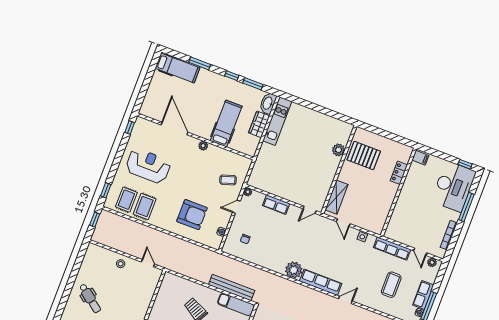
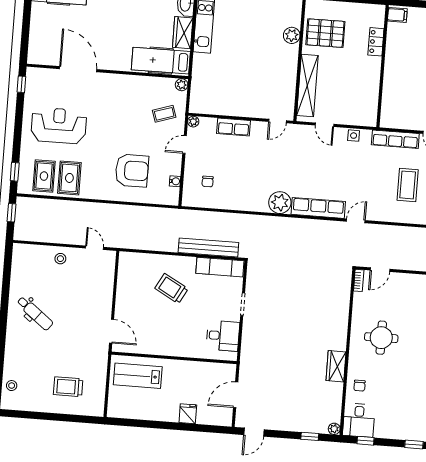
hospital bed: (226, 124) -> (161, 61), moved, turned -90
plant: (203, 146) -> (182, 85), moved
shelving: (337, 197) -> (307, 86), width x1.47

